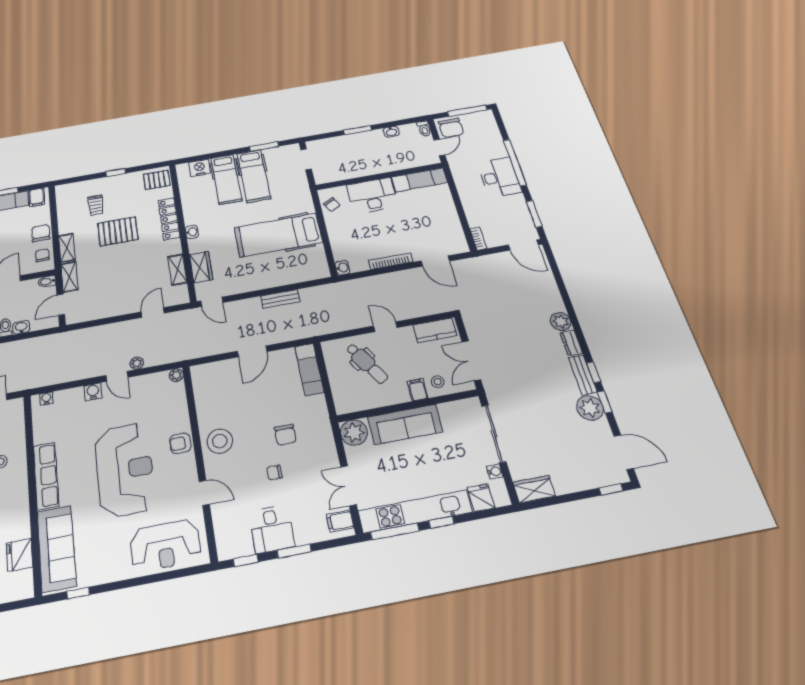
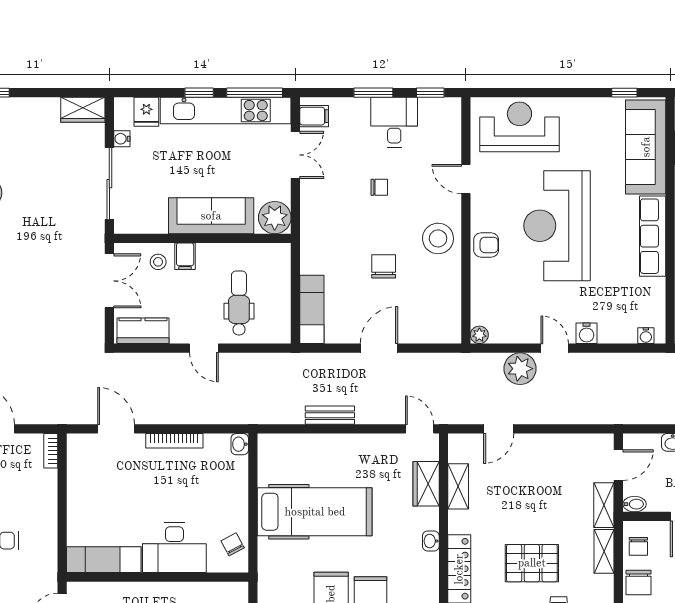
plant: (137, 363) -> (520, 369), width x1.88, depth x1.88
dental chair: (367, 363) -> (239, 303), turned 31
chair: (285, 435) -> (384, 266), moved

